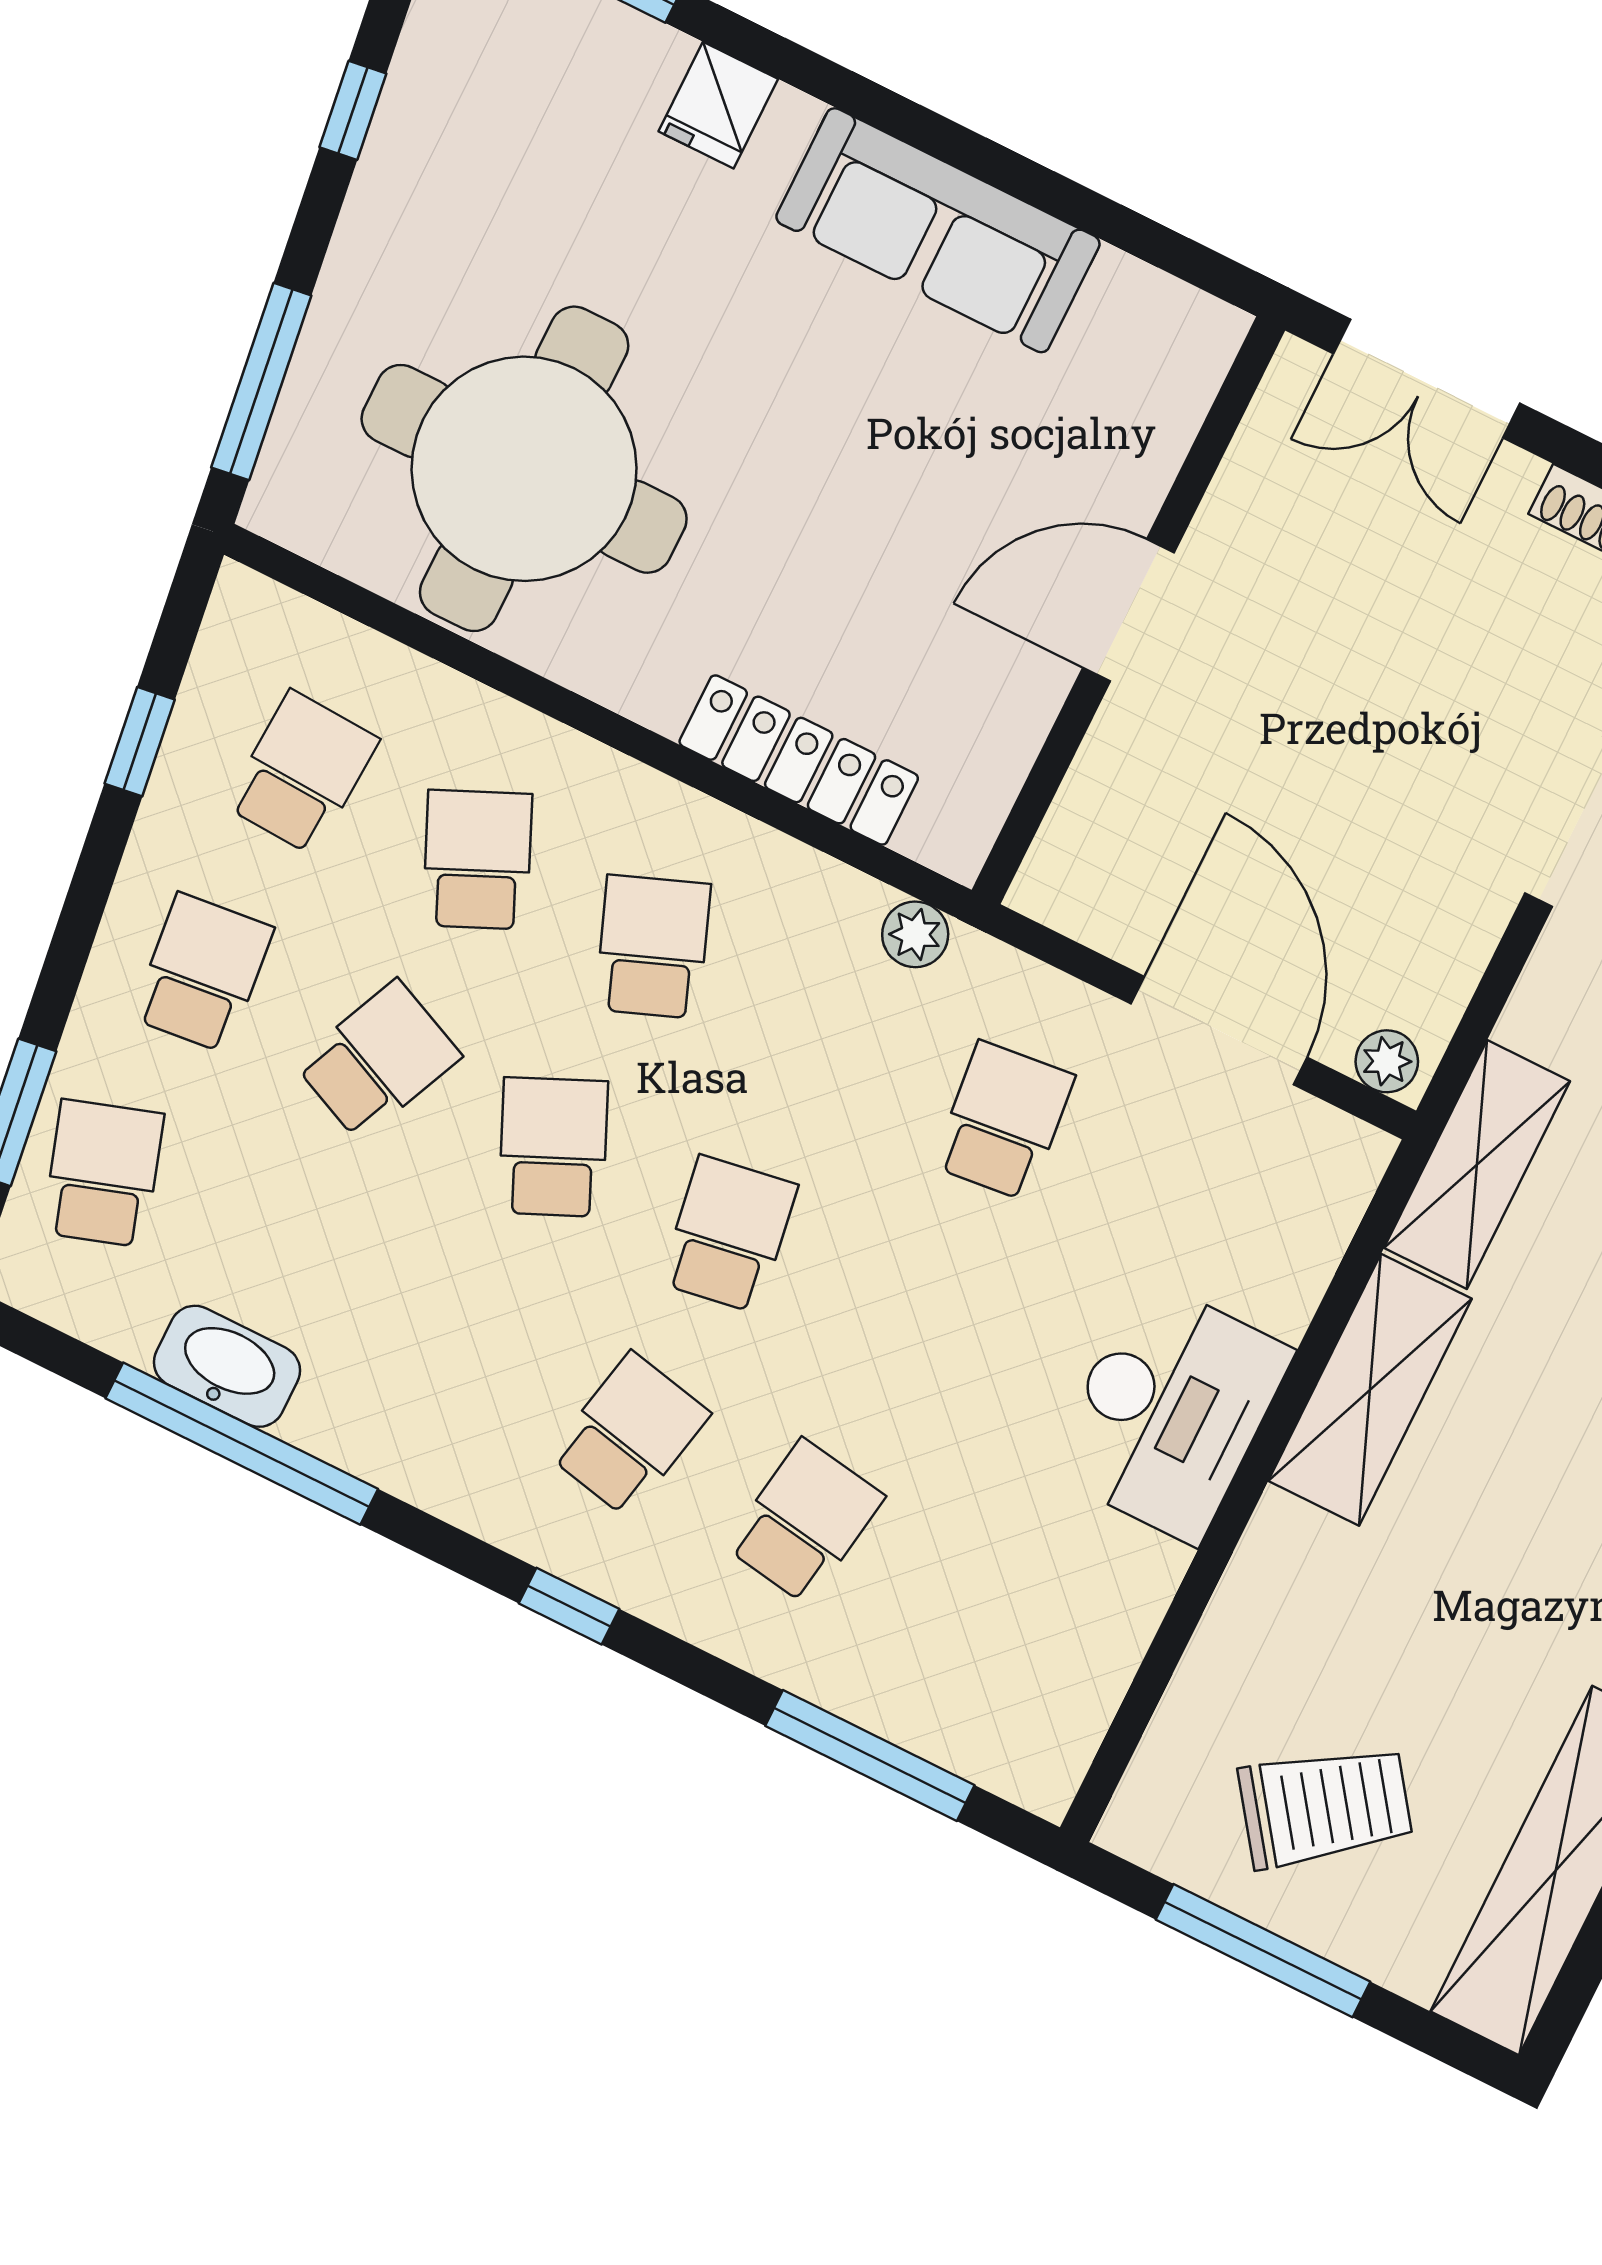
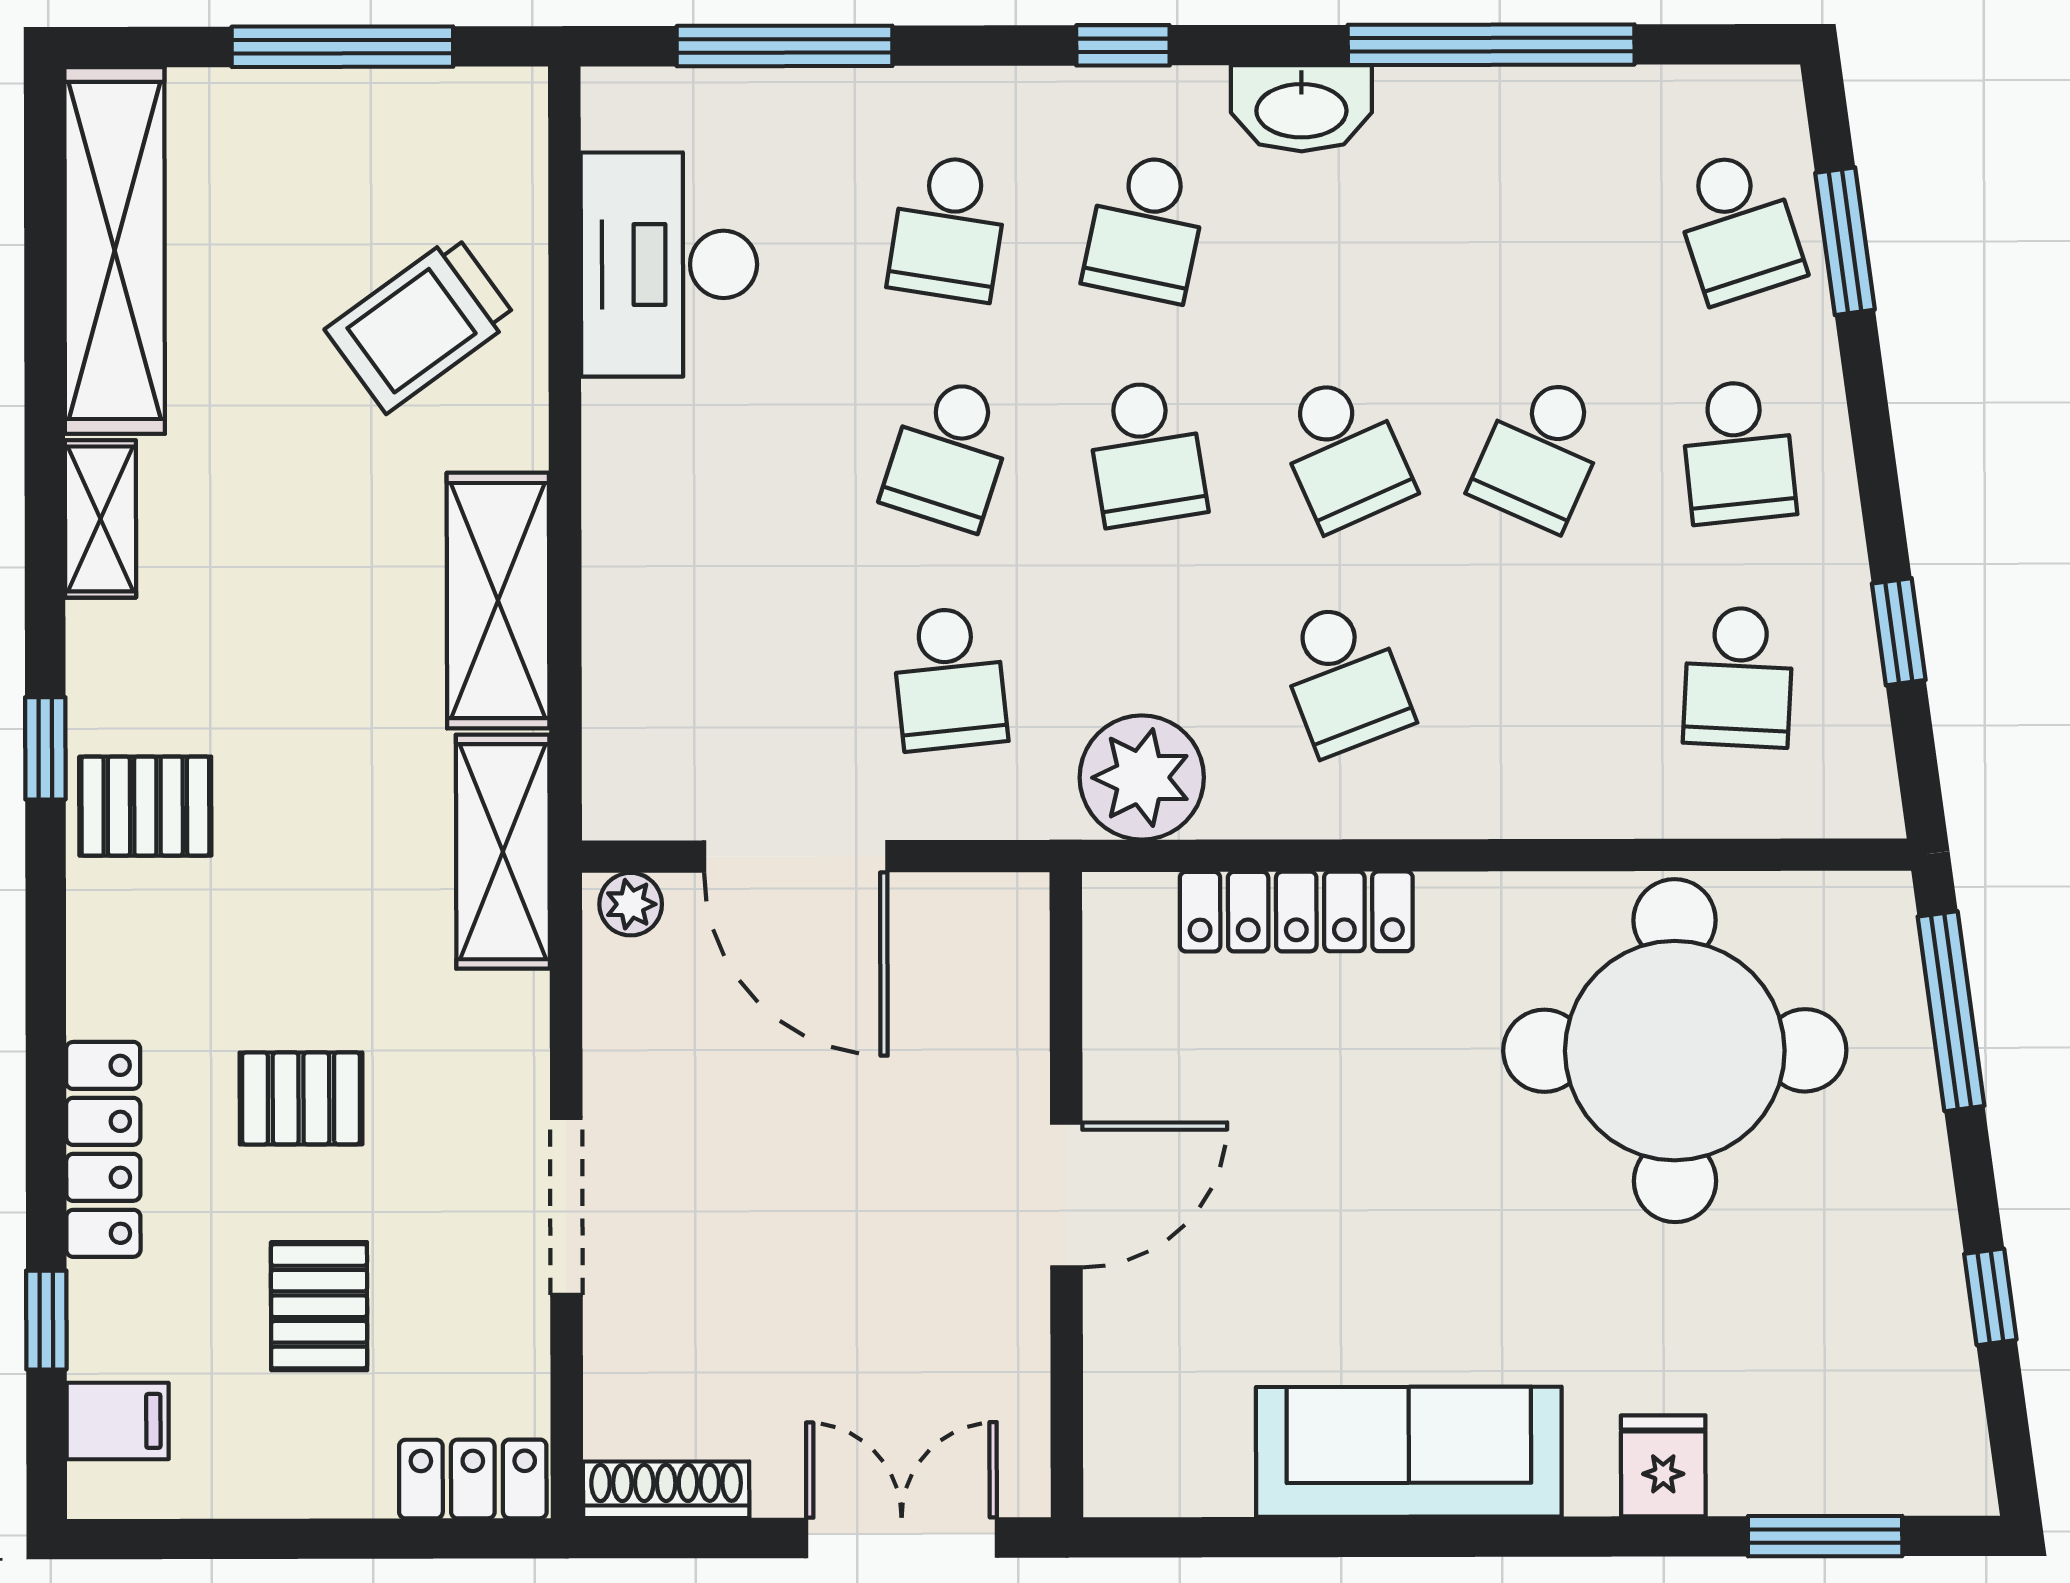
school desk: (477, 860) -> (949, 453), moved, turned 42
plant: (915, 934) -> (1142, 778), width x1.87, depth x1.87
washbasin: (227, 1366) -> (1301, 108), moved
desk: (1170, 1411) -> (669, 264), moved
trolley: (1325, 1806) -> (421, 324), moved

